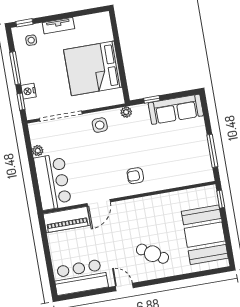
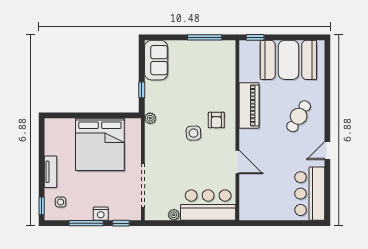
nightstand: (29, 91) -> (101, 214), moved
sofa: (176, 109) -> (156, 60), width x0.73
side table: (100, 125) -> (193, 133), moved
piano: (67, 220) -> (249, 105), moved

